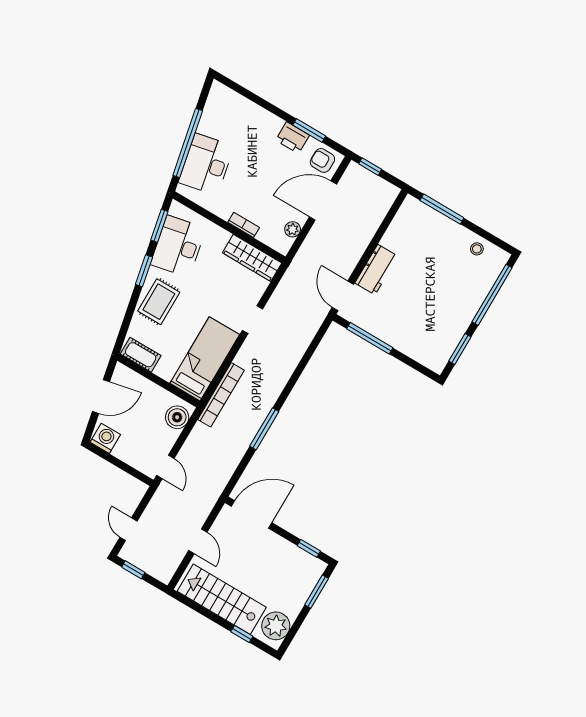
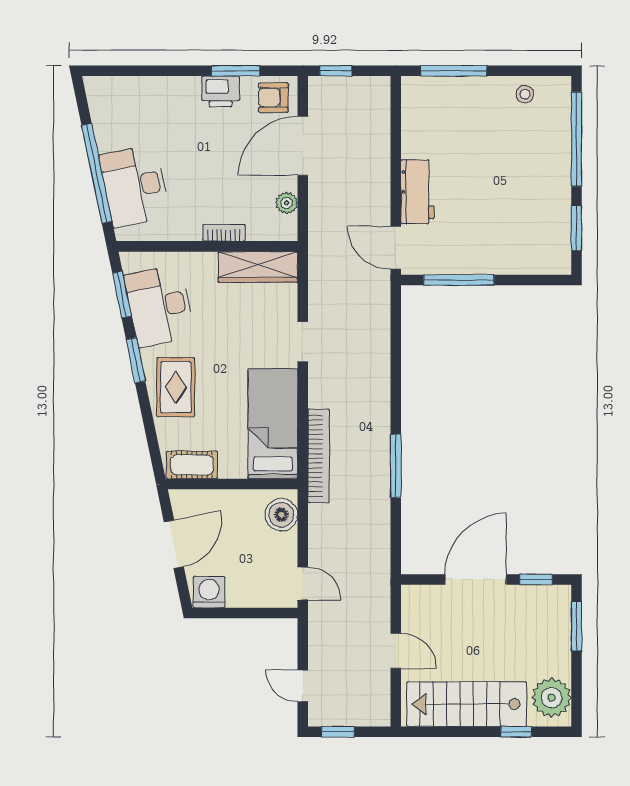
door: (252, 515) -> (476, 579), moved

